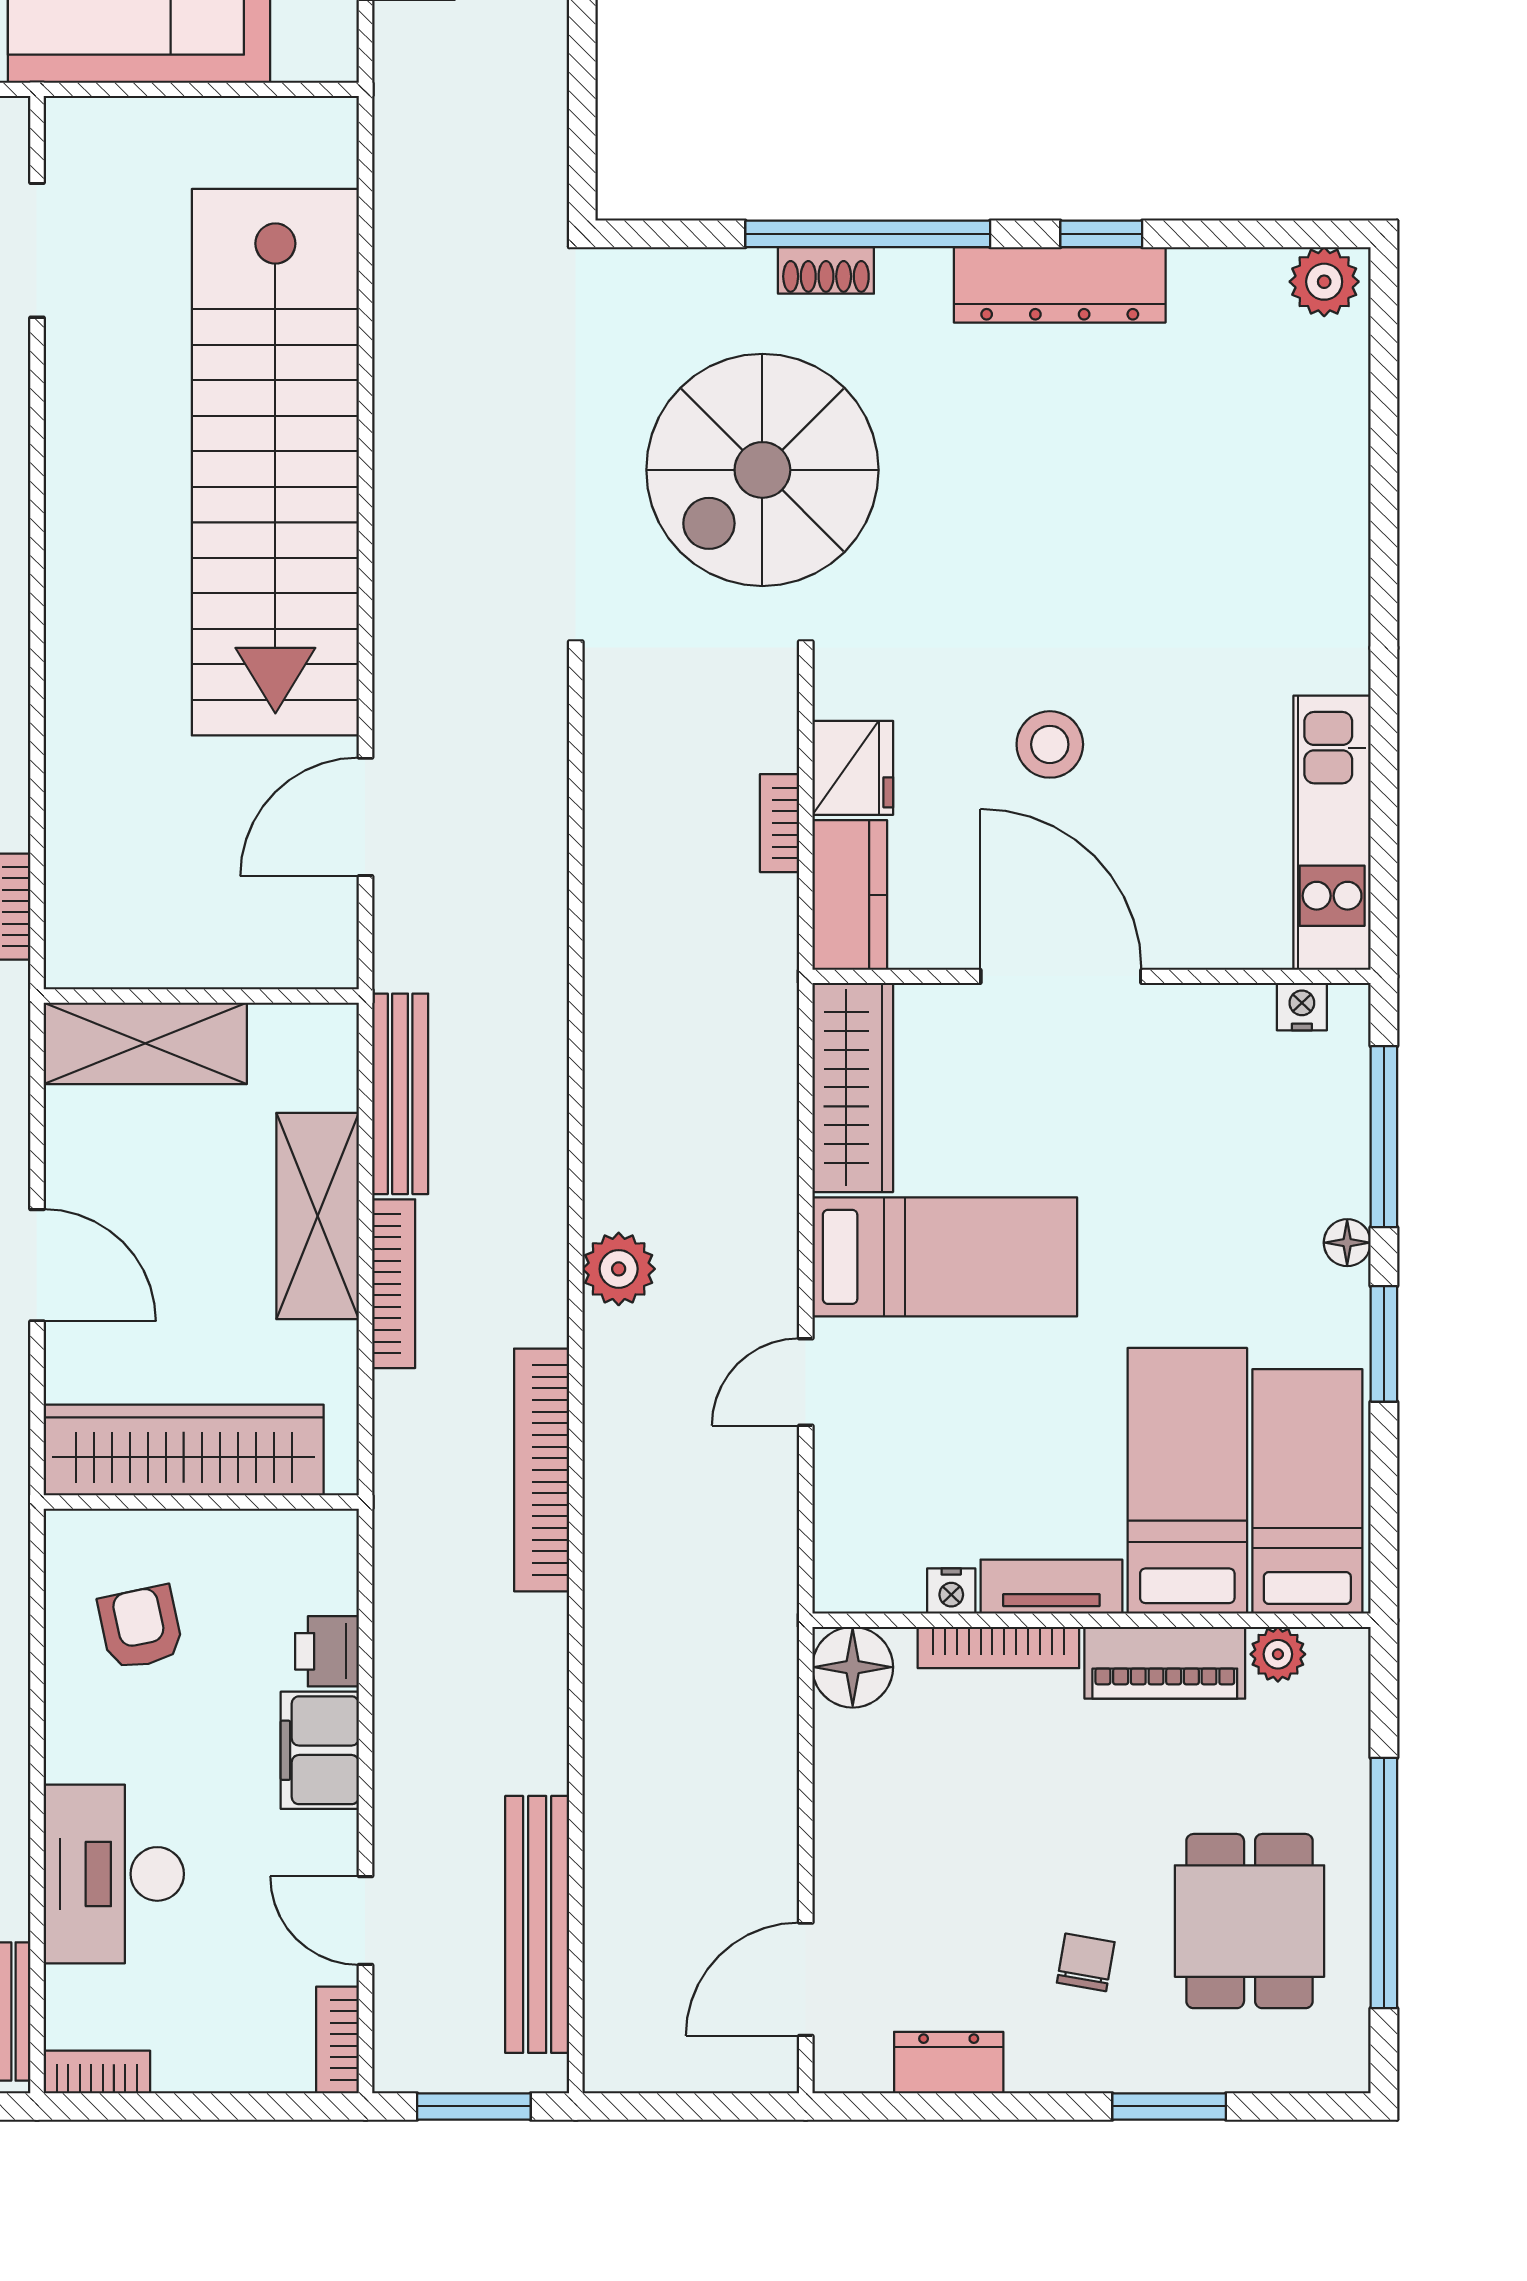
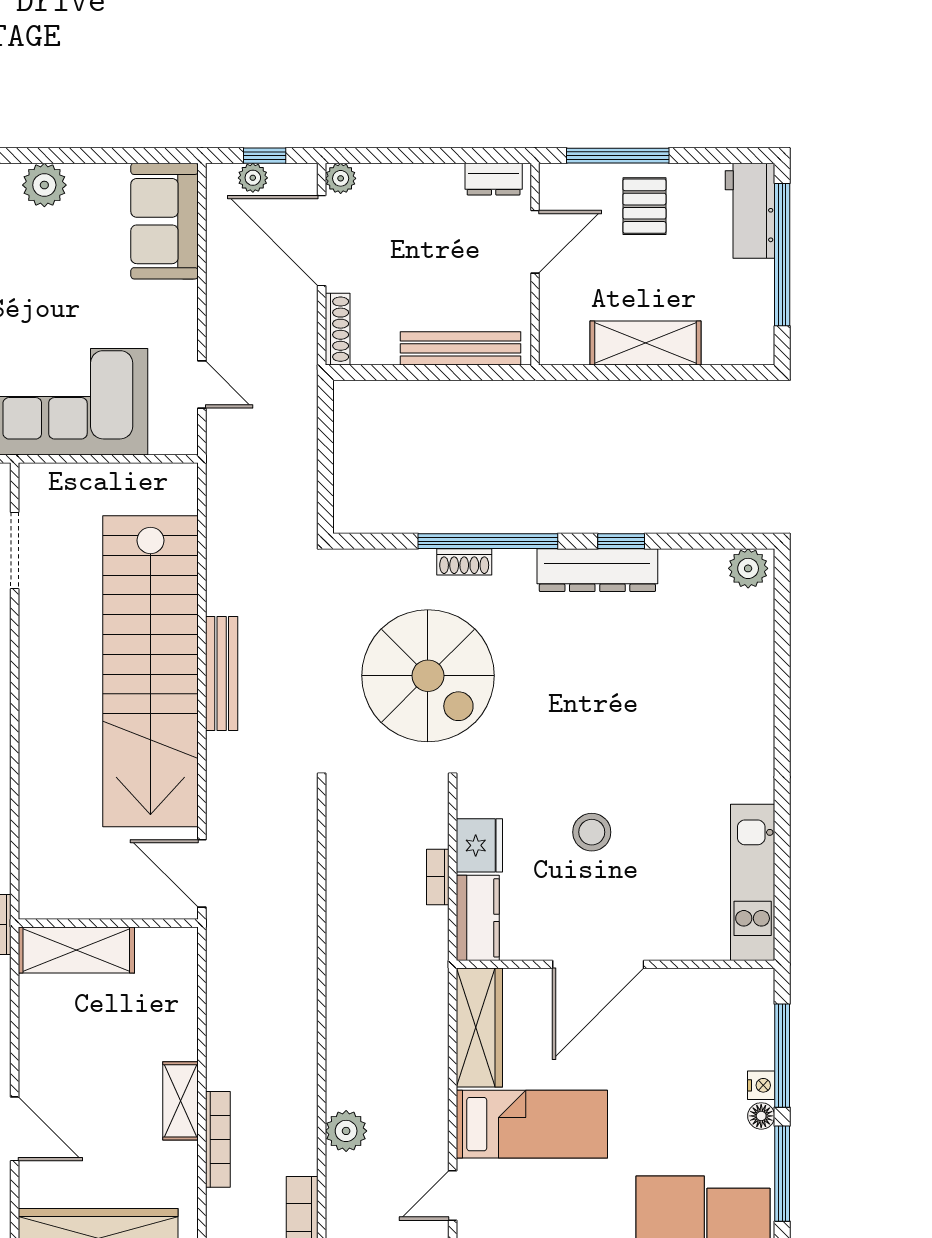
spiral stairs: (762, 470) -> (428, 676), turned -90
door: (365, 817) -> (202, 873), hinge flipped
door: (1061, 976) -> (598, 964), swing flipped
wall: (201, 996) -> (108, 923), moved
nightstand: (1302, 1007) -> (761, 1085), moved, turned 90
shelving: (145, 1043) -> (76, 950), moved
bench: (400, 1094) -> (222, 673), moved
shelving: (318, 1216) -> (180, 1101), width x0.67, depth x0.75
window: (1384, 1344) -> (782, 1174), width x1.44

